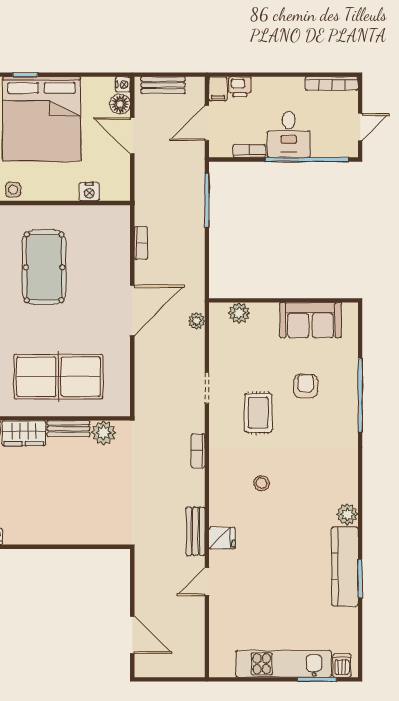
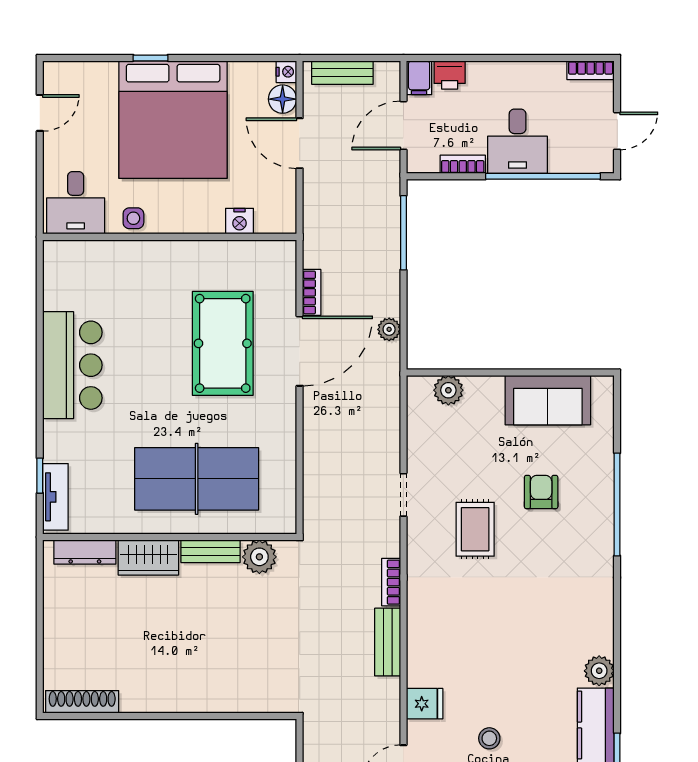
bookcase: (332, 83) -> (591, 70), width x0.64
pool table: (44, 267) -> (223, 343), moved
door: (132, 311) -> (300, 351), moved
plant: (197, 321) -> (389, 329), moved
stool: (261, 483) -> (489, 738), moved
bench: (196, 531) -> (388, 642), moved

